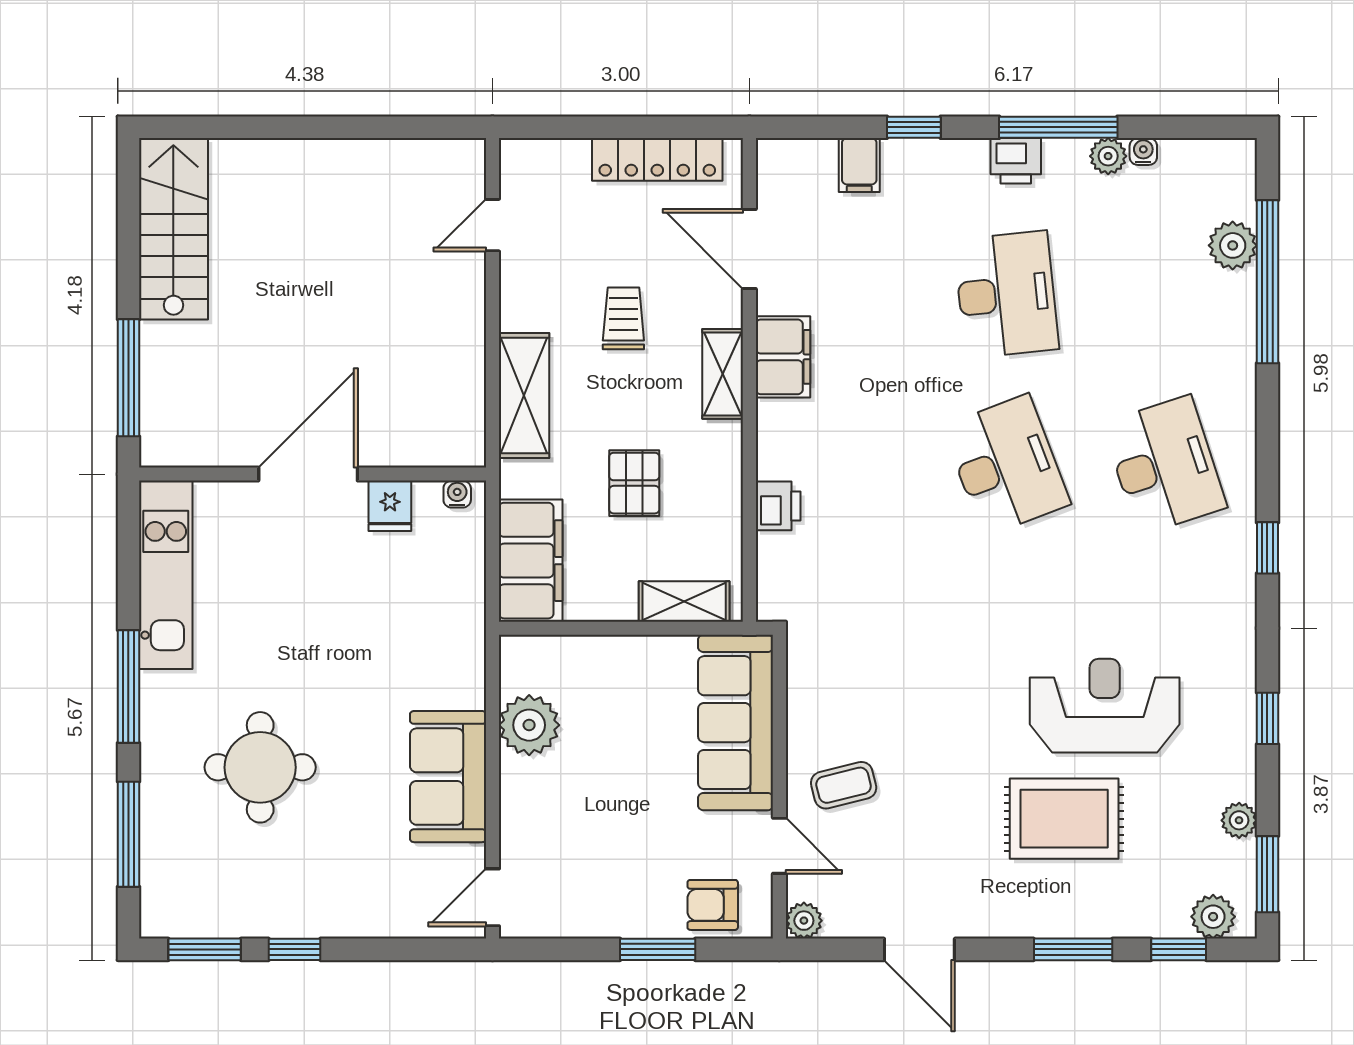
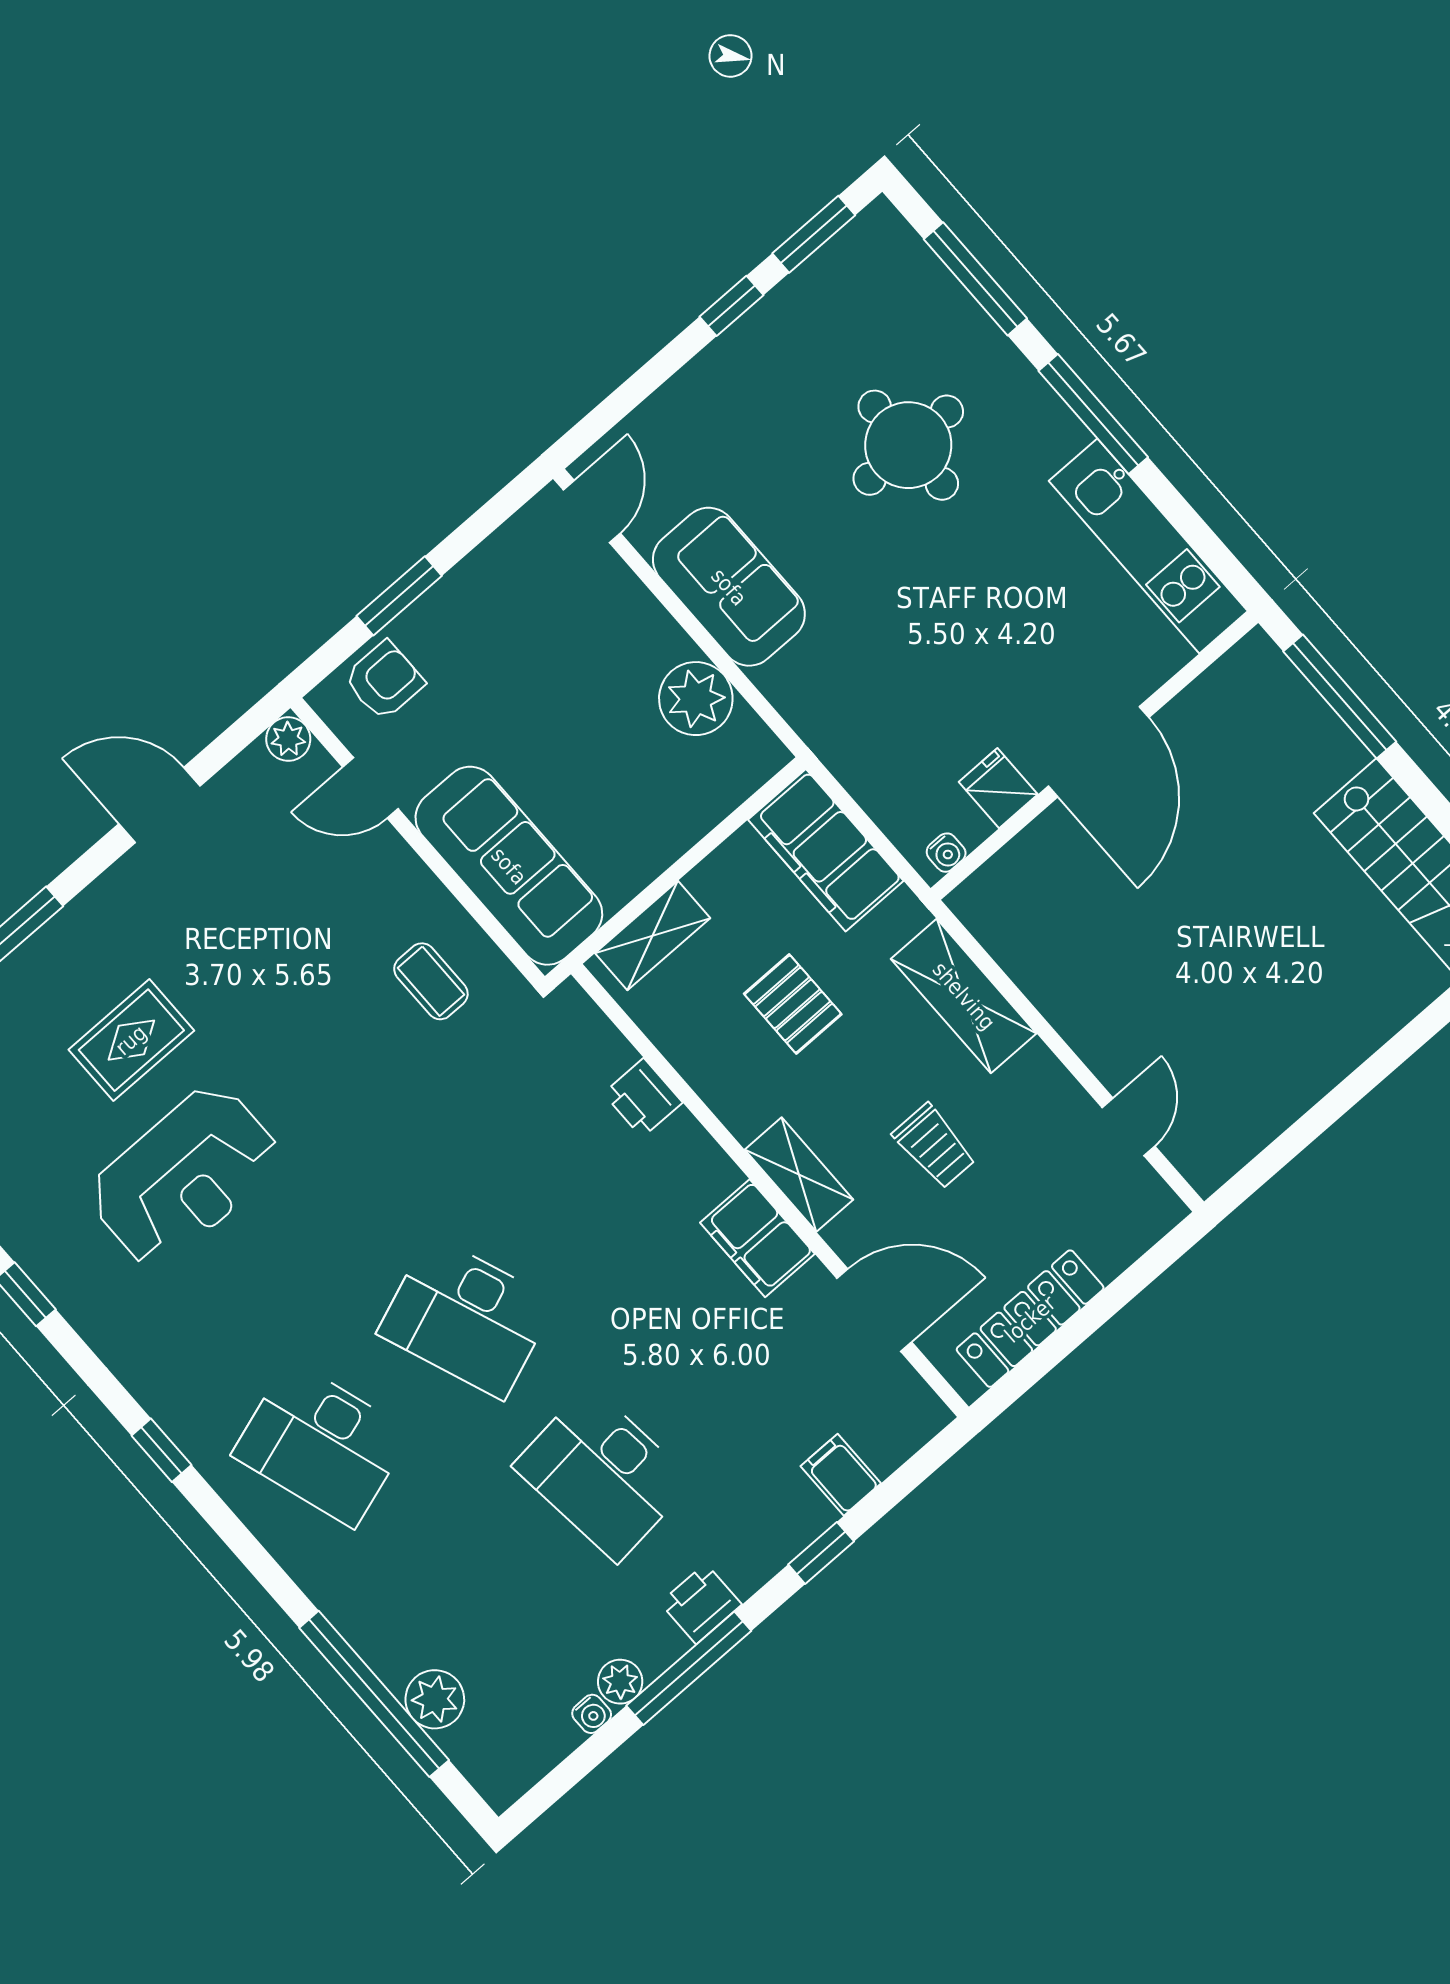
coffee table: (844, 785) -> (431, 981), moved, turned -76
rug: (1064, 819) -> (131, 1040), width x0.73, depth x0.70

